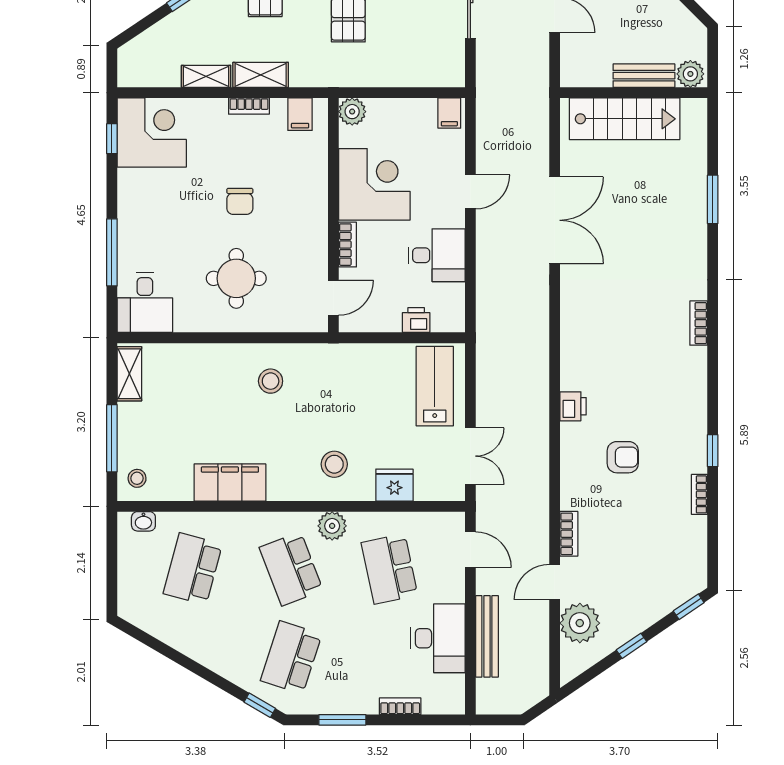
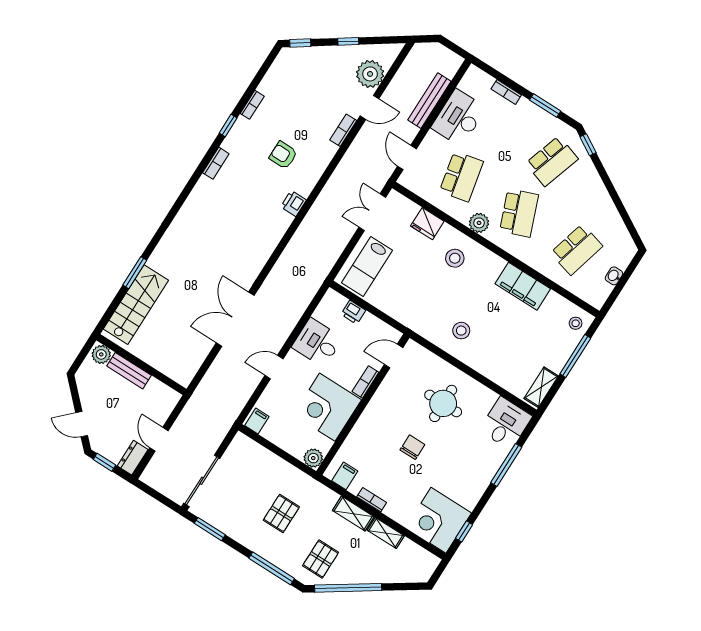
stairs: (625, 119) -> (136, 305), moved, turned 90
bookcase: (699, 323) -> (216, 163), moved
washbasin: (143, 521) -> (614, 276), moved, turned -90

